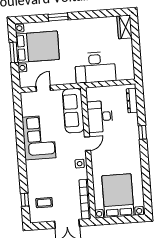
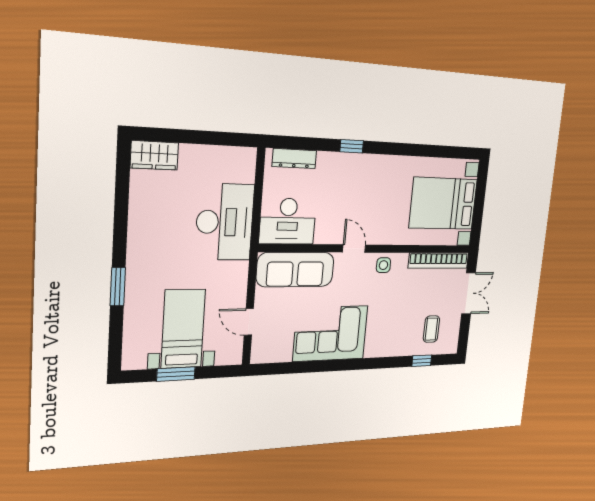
bed with nightstands: (37, 47) -> (183, 329), width x0.73
desk: (100, 117) -> (288, 221), moved

